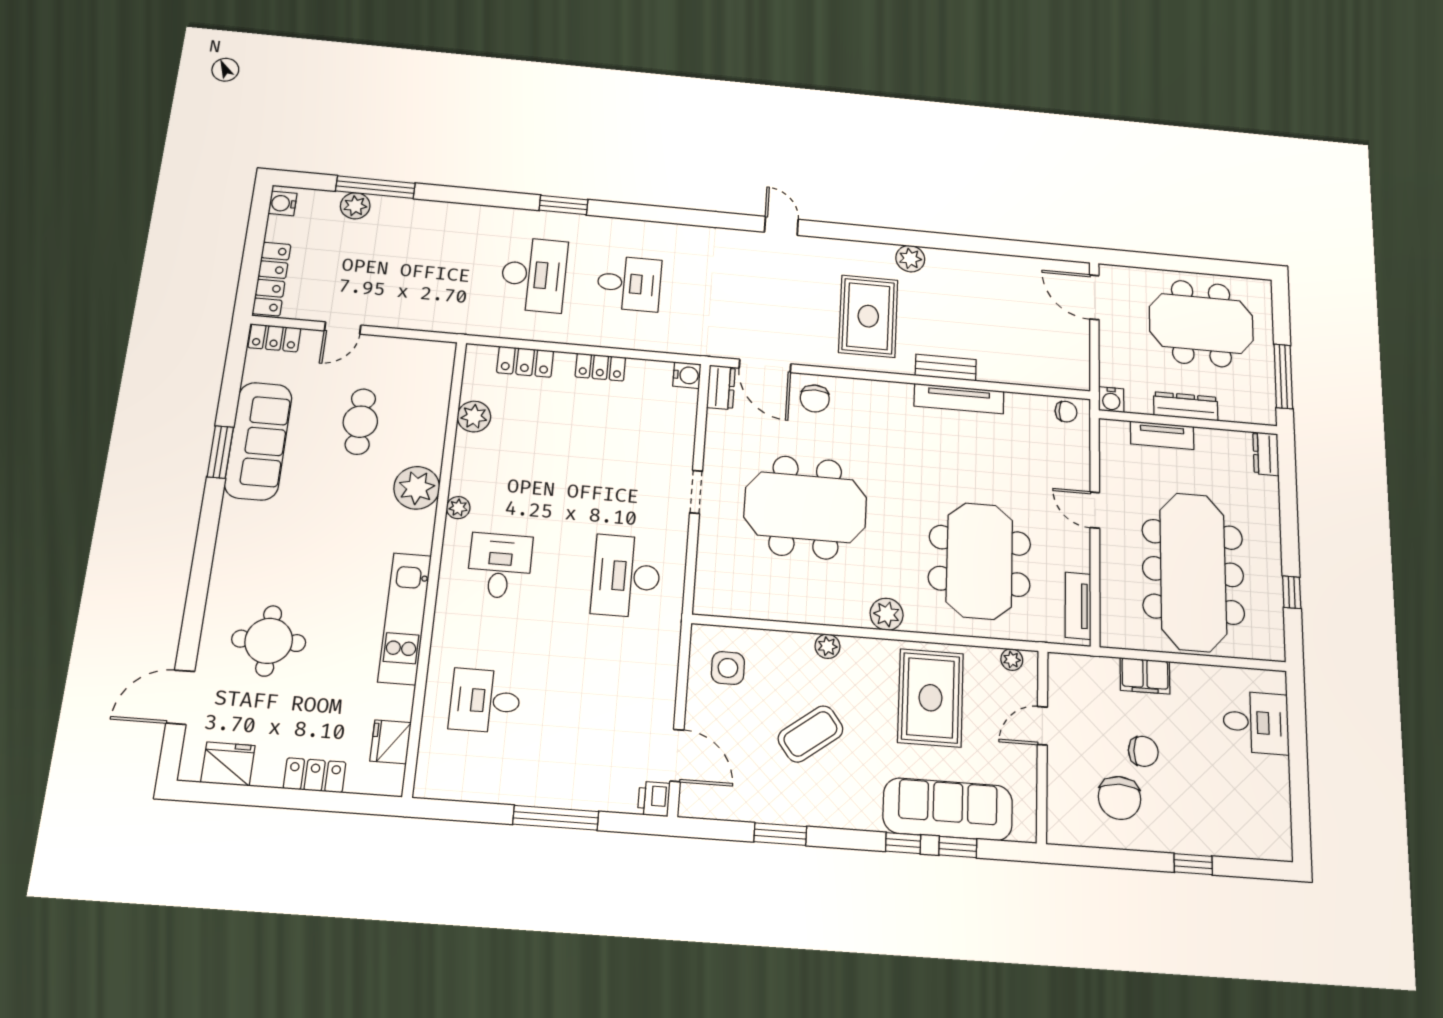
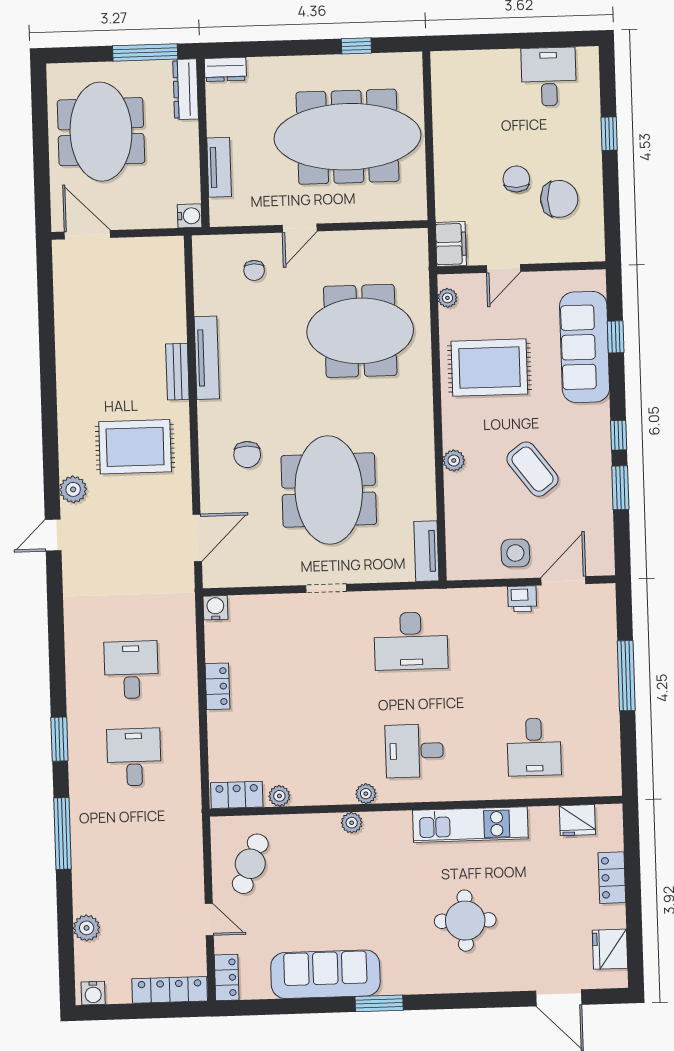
window: (375, 187) -> (62, 834), moved
plant: (910, 259) -> (73, 489), moved
desk: (534, 275) -> (134, 757), width x0.73
door: (1094, 297) -> (87, 235), swing flipped
locker: (525, 362) -> (237, 795), moved, turned -90
dresser: (721, 387) -> (223, 576), removed
chair: (815, 398) -> (247, 455), moved, turned 90
dresser: (1186, 406) -> (186, 89), moved
chair: (1066, 412) -> (254, 270), moved, turned 180
plant: (474, 417) -> (279, 796), width x0.73, depth x0.73
cafe table: (360, 422) -> (250, 864), moved, turned -68
window: (220, 452) -> (379, 1003), moved
plant: (417, 488) -> (352, 823), width x0.53, depth x0.53
tv unit: (1078, 606) -> (426, 551), moved, turned 90
plant: (887, 614) -> (419, 411), removed
round table: (269, 641) -> (465, 921), moved
side table: (728, 668) -> (515, 553), moved
filing cabinet: (1145, 676) -> (451, 244), moved
desk: (1256, 722) -> (549, 77), moved
door: (1042, 726) -> (503, 268), hinge flipped
printer: (654, 799) -> (522, 599), moved
window: (903, 843) -> (619, 435), moved

